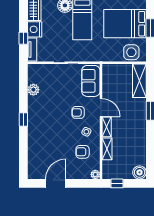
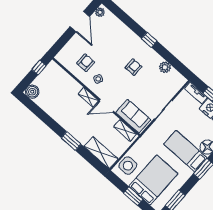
armchair: (78, 112) -> (133, 67), moved
shelving: (107, 149) -> (125, 131), moved
plant: (95, 174) -> (100, 12), moved

